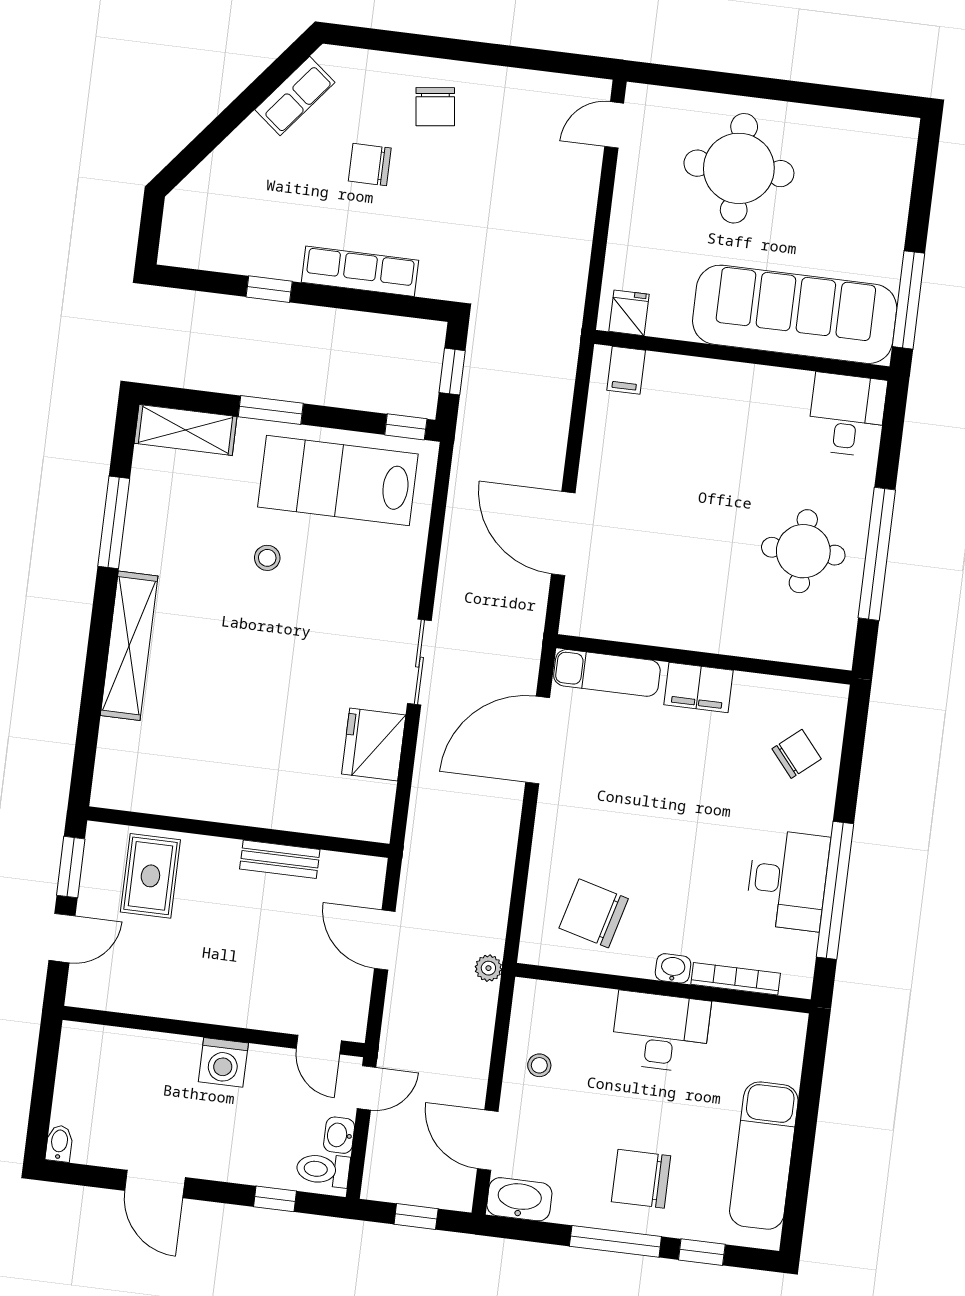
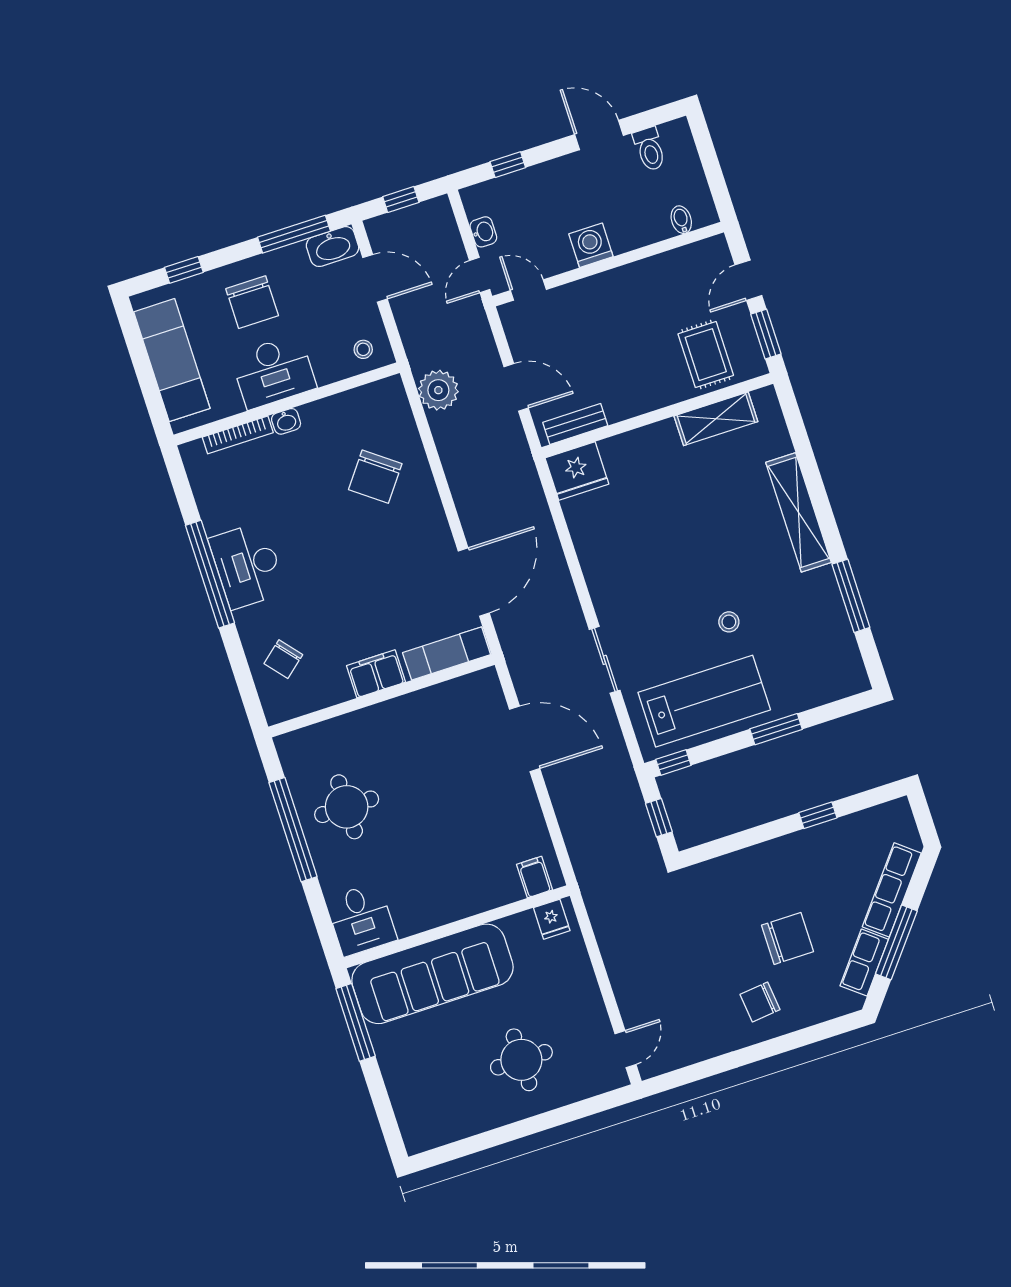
window: (247, 102) -> (896, 942), added
chair: (435, 107) -> (760, 1002), turned -89
chair: (370, 165) -> (788, 938), width x1.37, depth x1.37
round table: (739, 168) -> (521, 1060), width x0.73, depth x0.73
row of seats: (360, 271) -> (892, 890), moved, turned 129
shelving: (186, 430) -> (716, 419), moved
sliding door: (419, 662) -> (605, 660), moved
fridge: (374, 744) -> (577, 471), moved, turned 90
bench: (280, 859) -> (575, 424), moved
chair: (594, 913) -> (375, 477), turned 112
plant: (488, 968) -> (438, 390), width x1.87, depth x1.87
washbasin: (673, 968) -> (286, 421), moved
bookcase: (736, 979) -> (238, 435), moved
wall: (663, 988) -> (287, 404), moved
desk: (661, 1032) -> (273, 372), moved
bidet: (59, 1143) -> (681, 220), moved, turned 180
toilet: (323, 1170) -> (650, 149), moved, turned 90
chair: (641, 1179) -> (252, 302), turned 90
window: (615, 1241) -> (294, 234), moved

